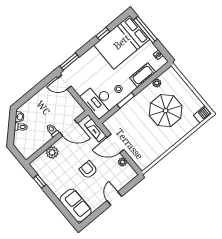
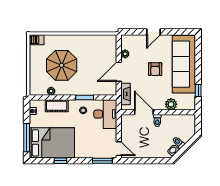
door: (116, 144) -> (119, 72), swing flipped
sofa: (76, 205) -> (184, 64), width x1.85, depth x1.27

